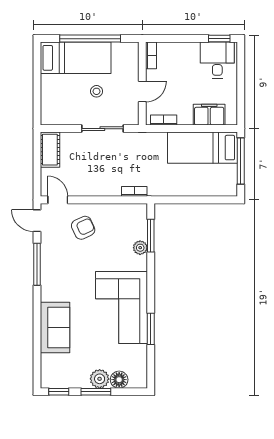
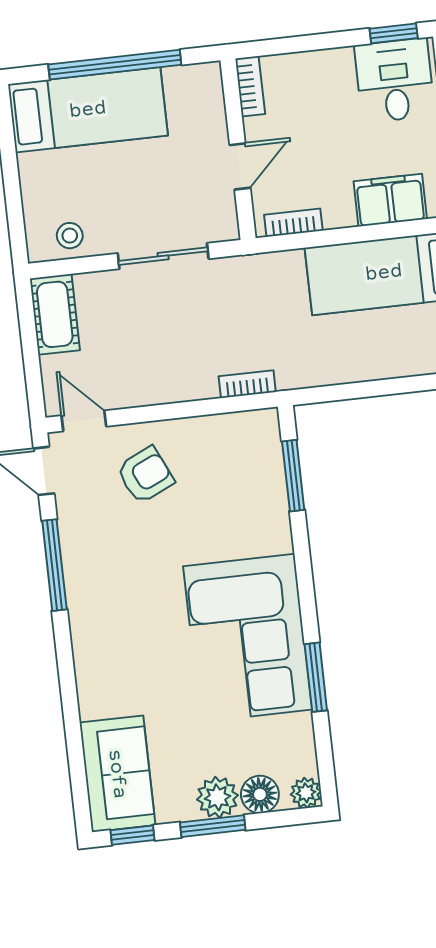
stool: (97, 91) -> (70, 236), moved
plant: (140, 248) -> (306, 793), moved
sofa: (55, 327) -> (117, 774), moved

